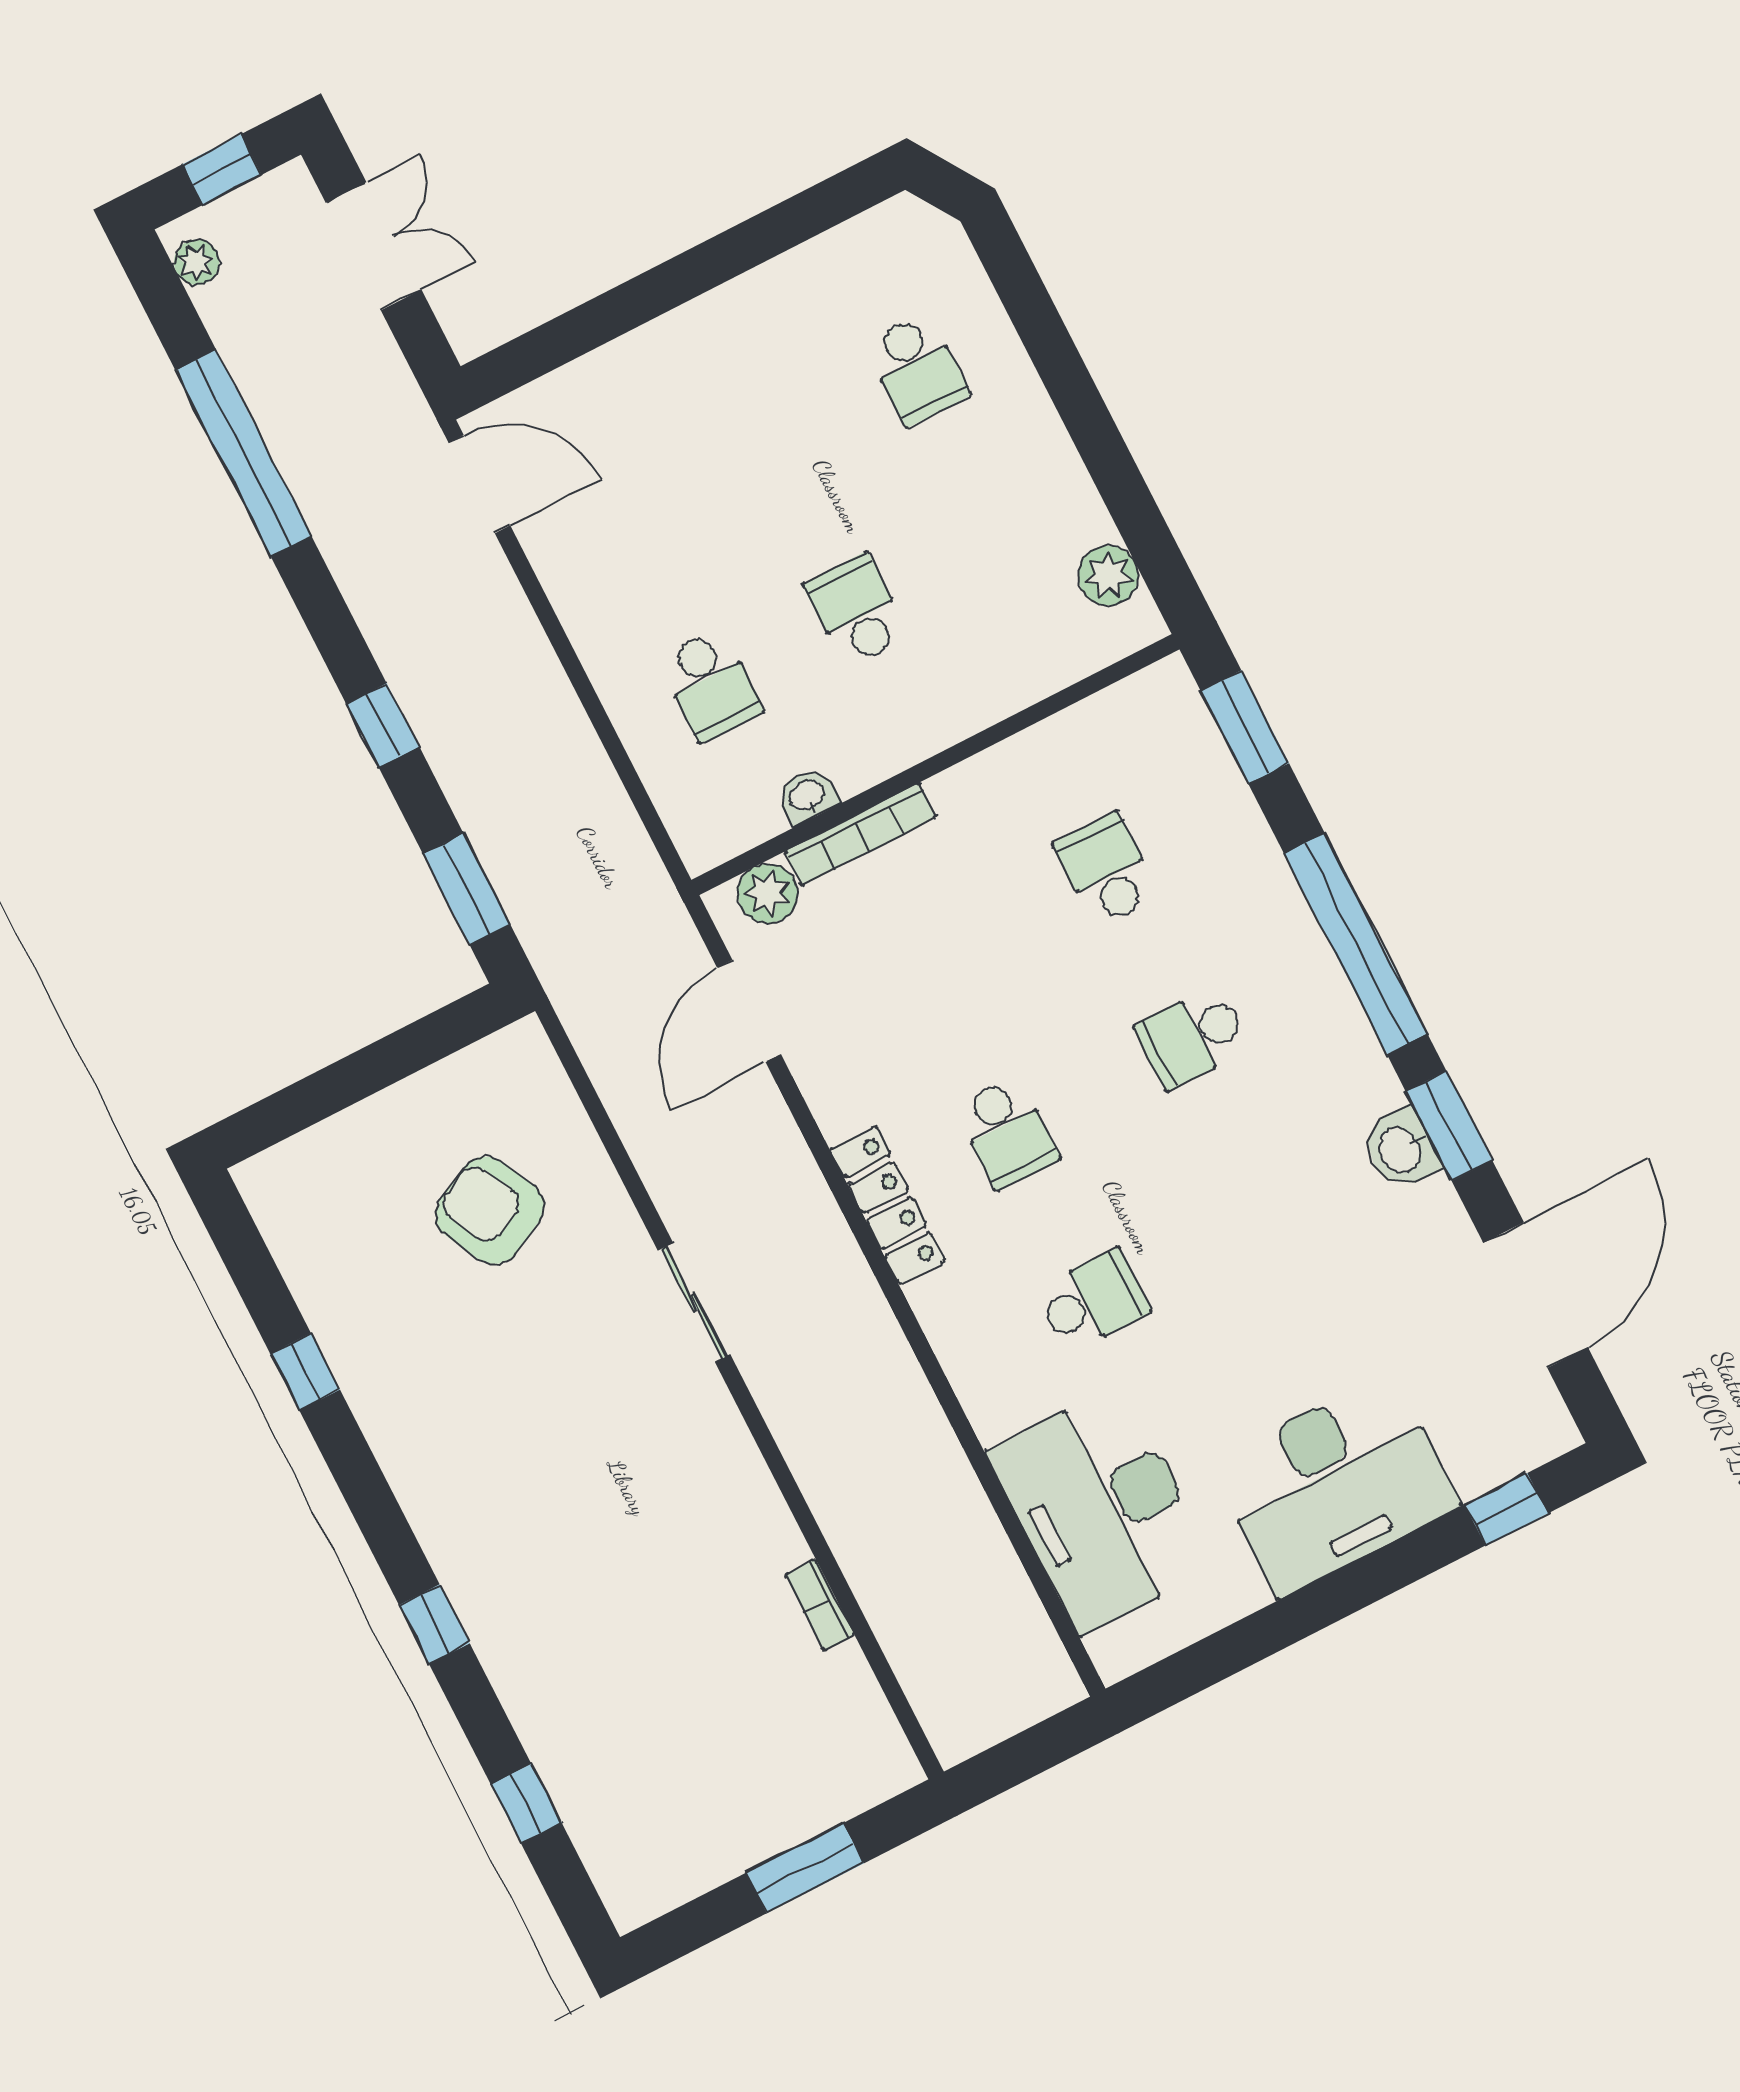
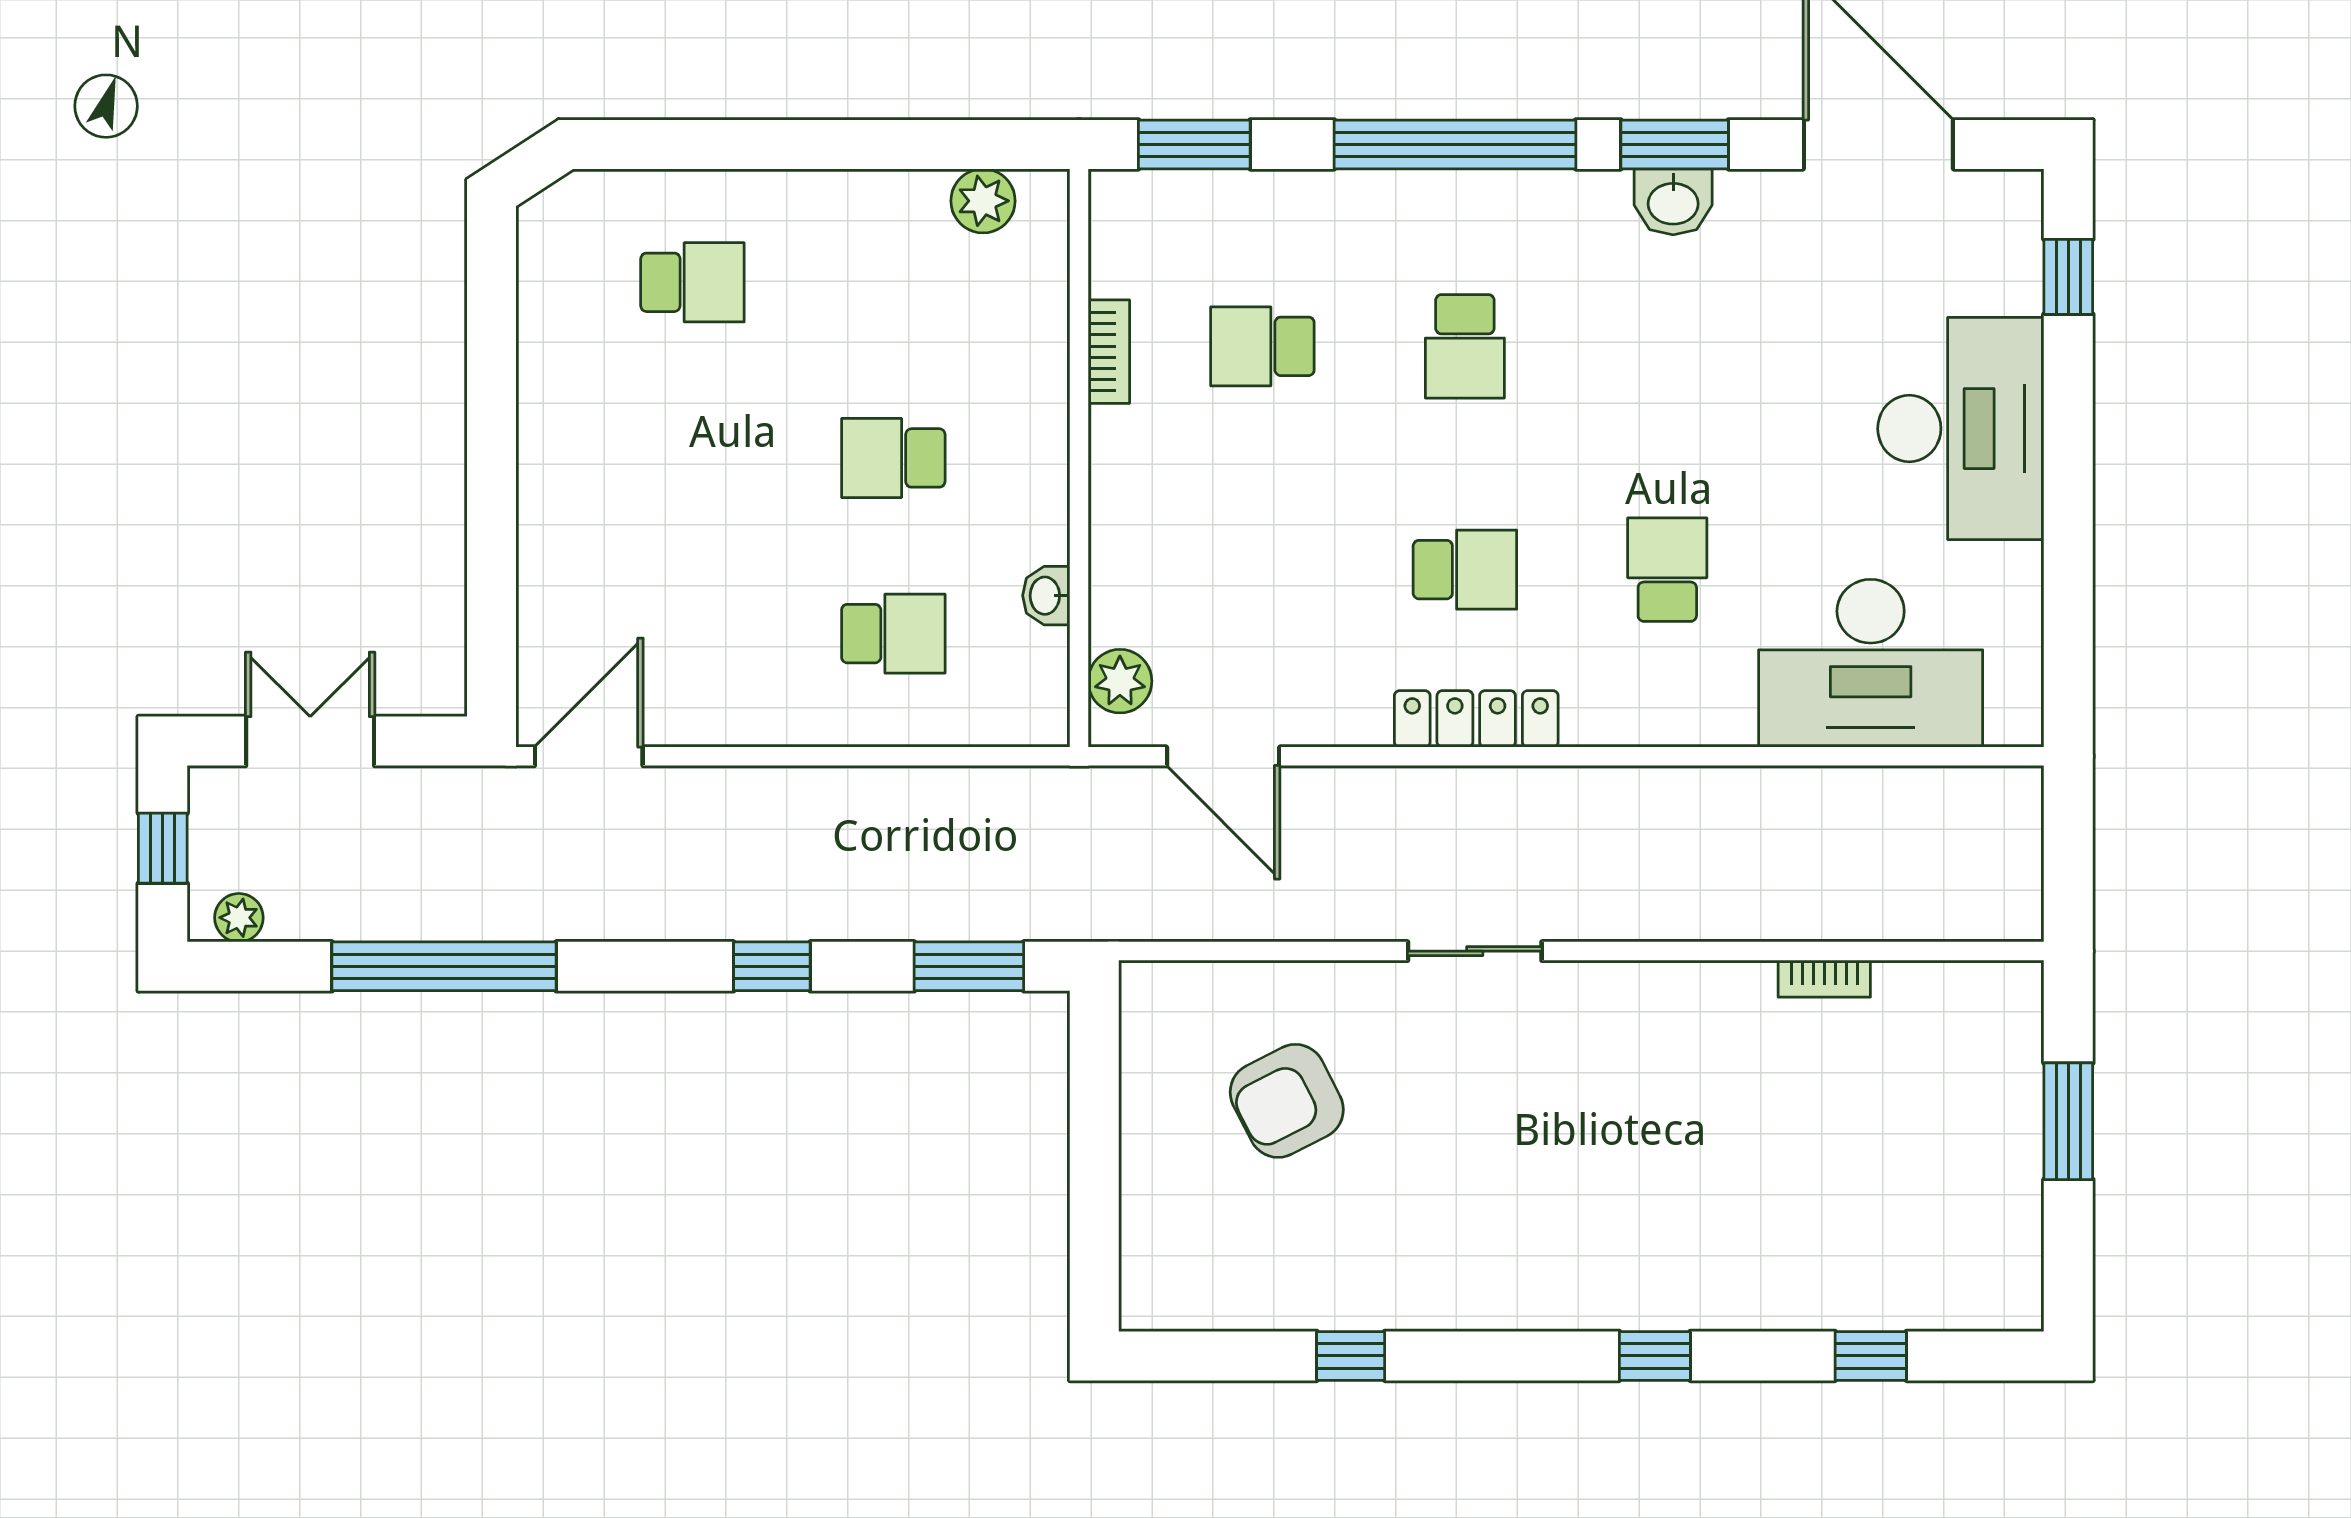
bookcase: (861, 834) -> (1109, 352), moved, width x0.64

